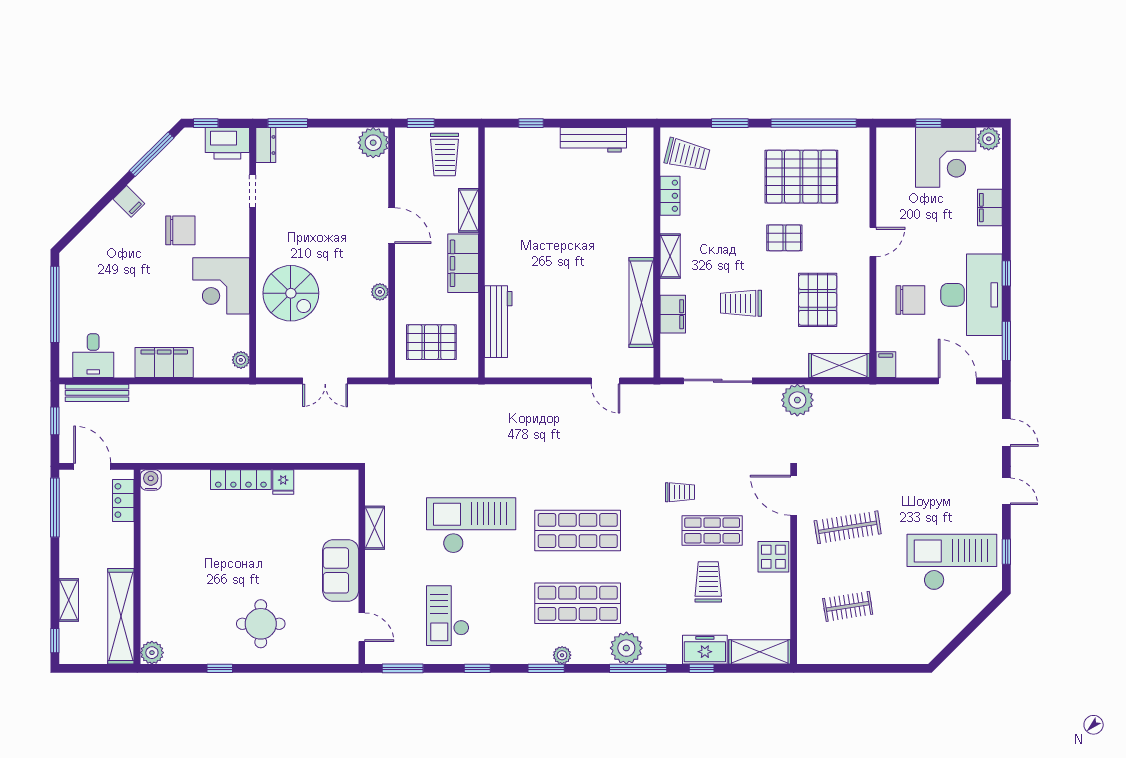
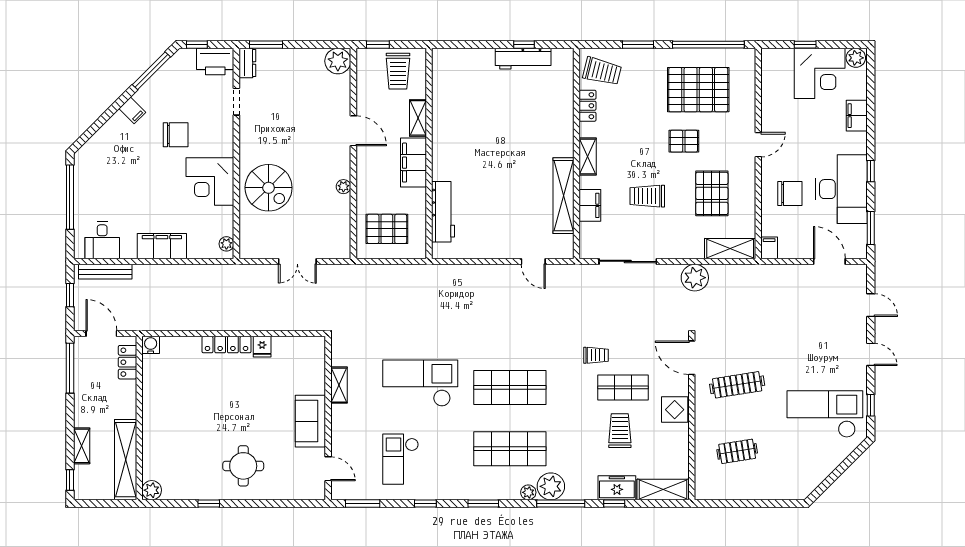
window: (531, 123) -> (524, 45), moved
plant: (562, 655) -> (528, 492), moved

